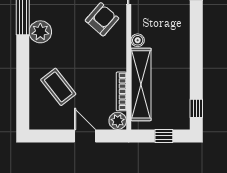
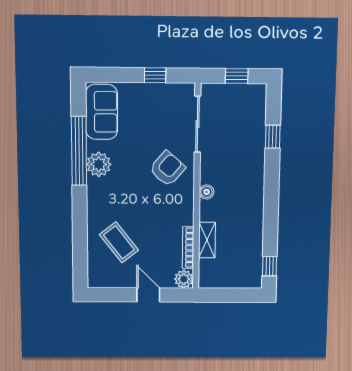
plant: (40, 32) -> (99, 164), moved
shelving: (141, 84) -> (207, 240), width x0.45, depth x0.75
window: (164, 136) -> (234, 295), removed

